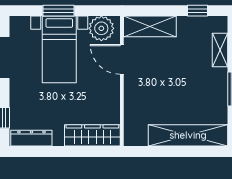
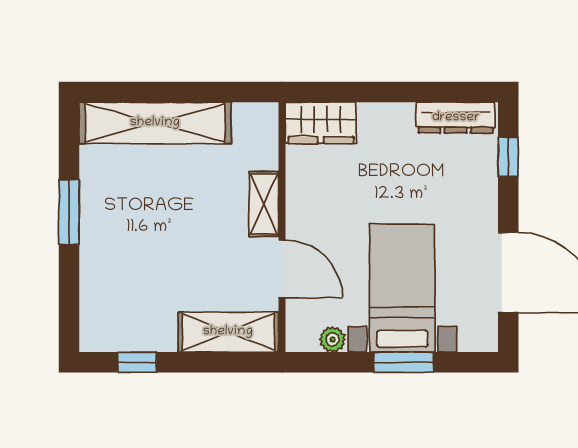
plant: (101, 28) -> (333, 339), width x0.53, depth x0.53
shelving: (220, 50) -> (264, 204), moved
wardrobe: (92, 135) -> (321, 123), width x0.67

